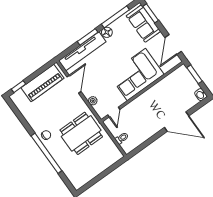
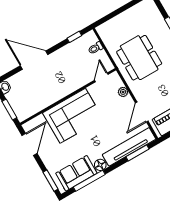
sofa: (143, 24) -> (76, 173), moved, turned -90
window: (88, 37) -> (137, 153), moved
dining table: (81, 133) -> (139, 58), turned 90
window: (142, 146) -> (74, 37), added

